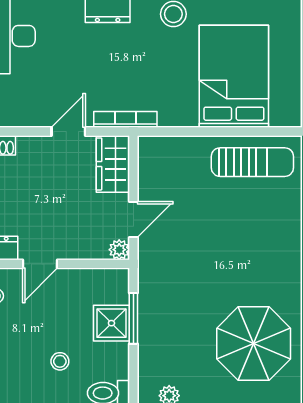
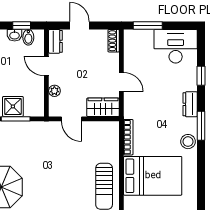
bookcase: (125, 119) -> (128, 137), moved
plant: (119, 250) -> (54, 91), moved

